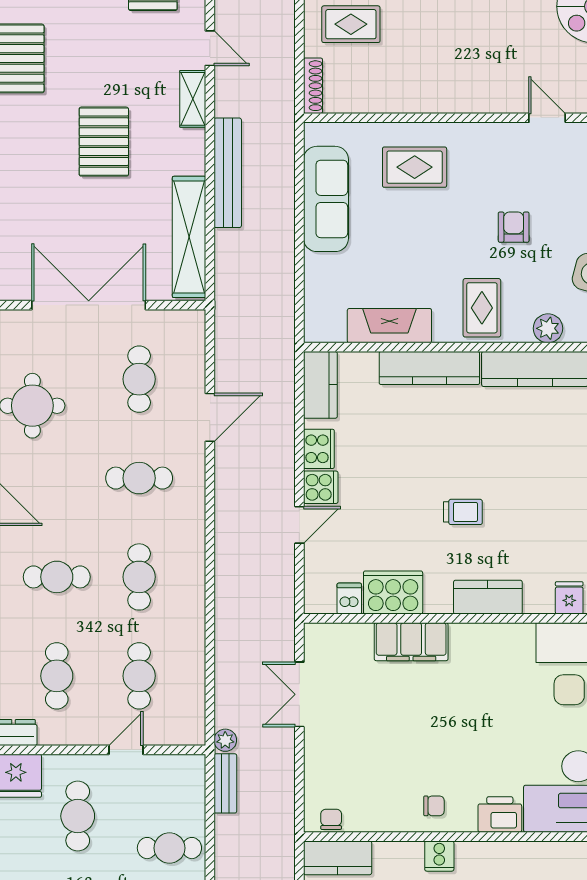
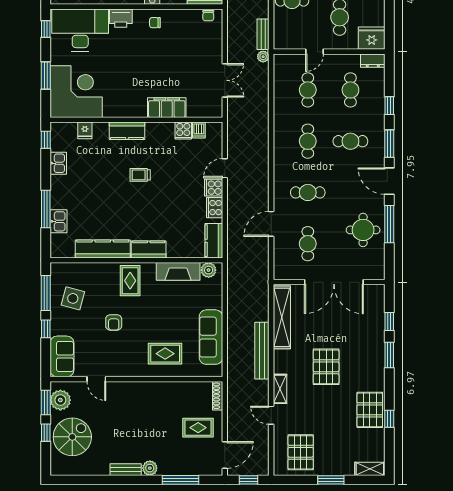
plant: (548, 328) -> (209, 270), moved
kitchen counter: (429, 368) -> (149, 249), width x0.67
cooker: (393, 592) -> (183, 130), width x0.53, depth x0.76

